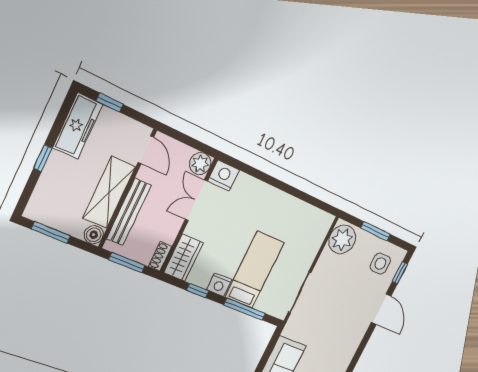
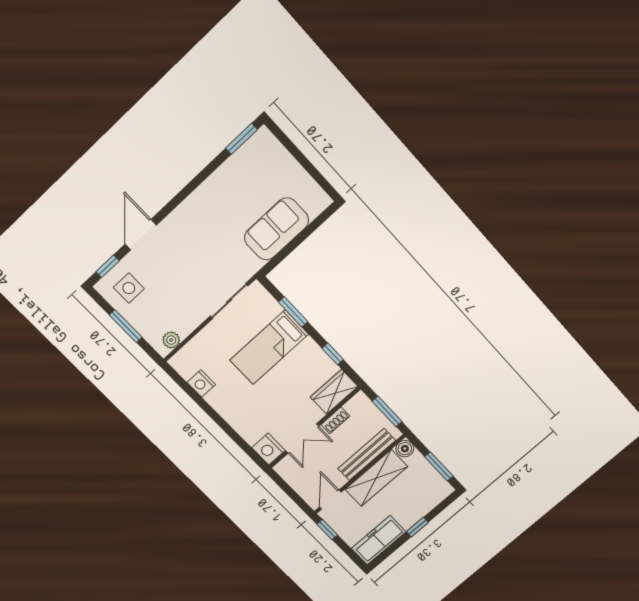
window: (110, 103) -> (327, 530), moved
plant: (200, 164) -> (287, 469), removed
plant: (342, 239) -> (171, 340), width x0.53, depth x0.53
shoe rack: (160, 256) -> (335, 420), moved
nightstand: (219, 285) -> (201, 383), moved, turned 180
window: (245, 309) -> (293, 312), width x0.69

